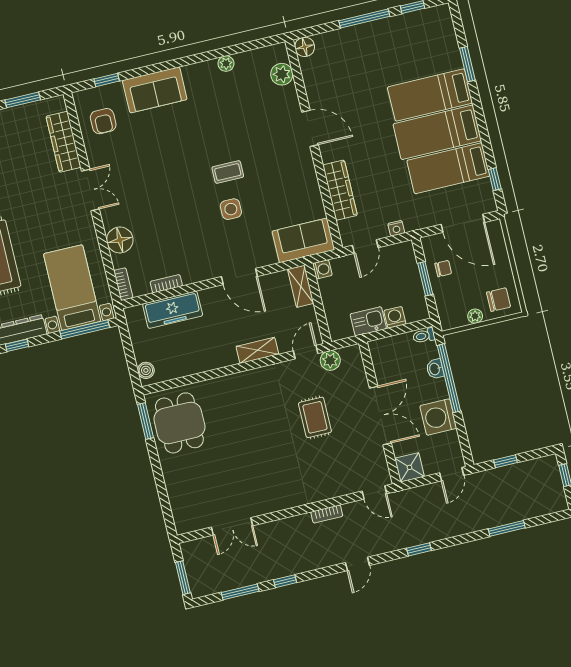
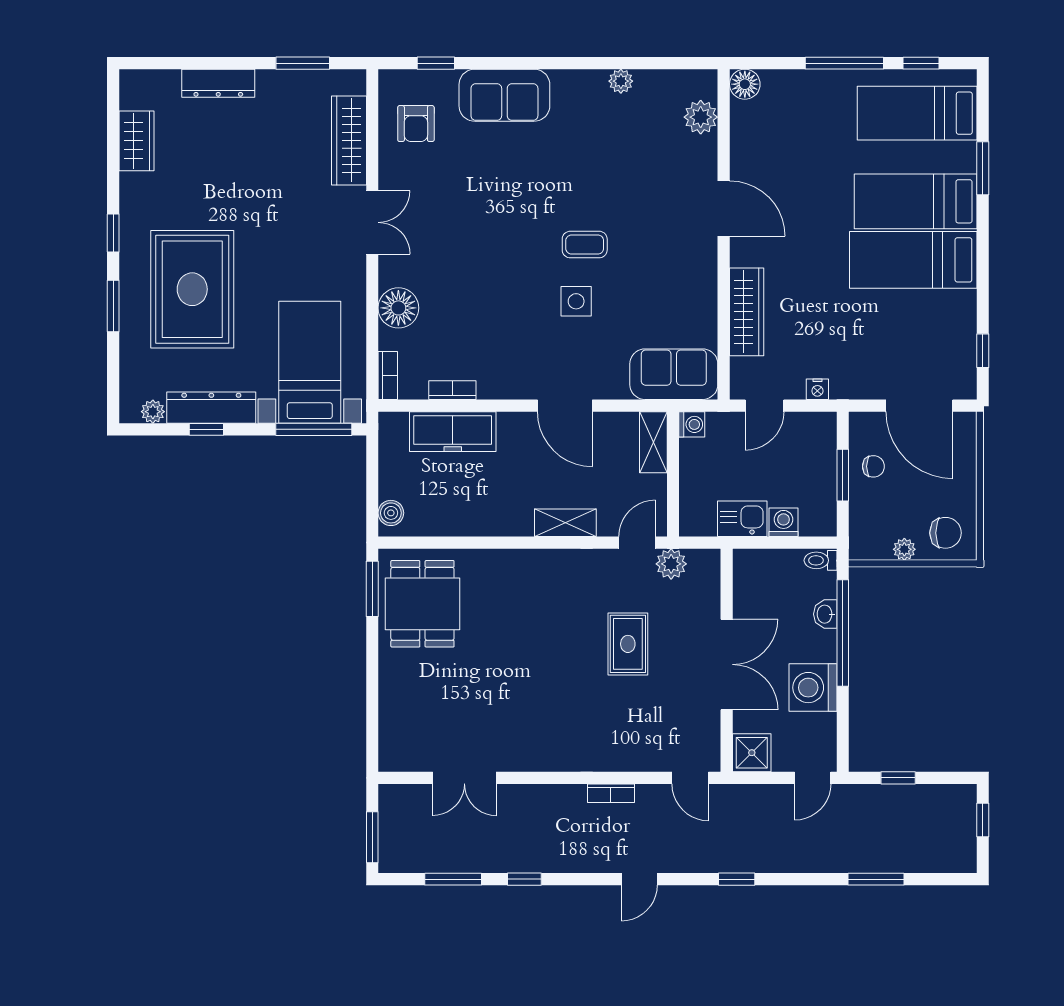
bed: (448, 168) -> (917, 113), moved

